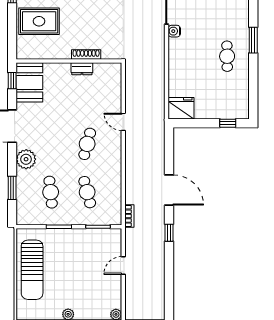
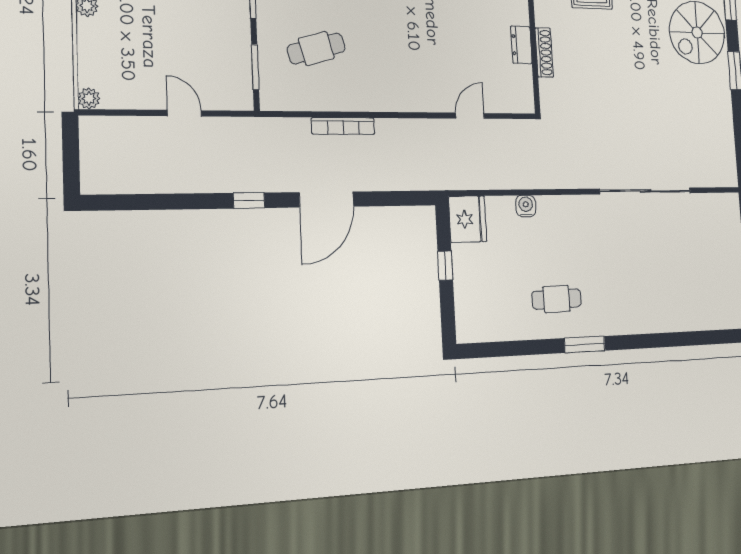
water cooler: (174, 31) -> (526, 206), moved
door: (123, 122) -> (470, 116), moved
window: (228, 123) -> (445, 266), moved
cafe table: (87, 144) -> (399, 51), removed
bookcase: (129, 216) -> (343, 126), moved, width x1.56

